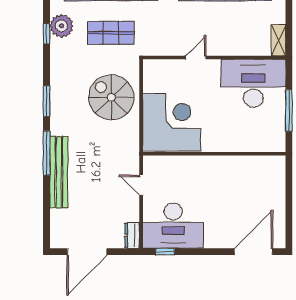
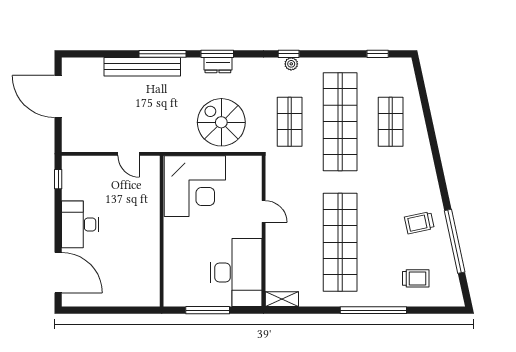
plant: (61, 26) -> (291, 64), width x0.53, depth x0.53
spiral stairs: (111, 97) -> (221, 122), turned -90
door: (141, 185) -> (129, 154), swing flipped
desk: (173, 226) -> (80, 224), moved, width x0.73, depth x0.77
dresser: (132, 235) -> (218, 65), moved, turned 180

